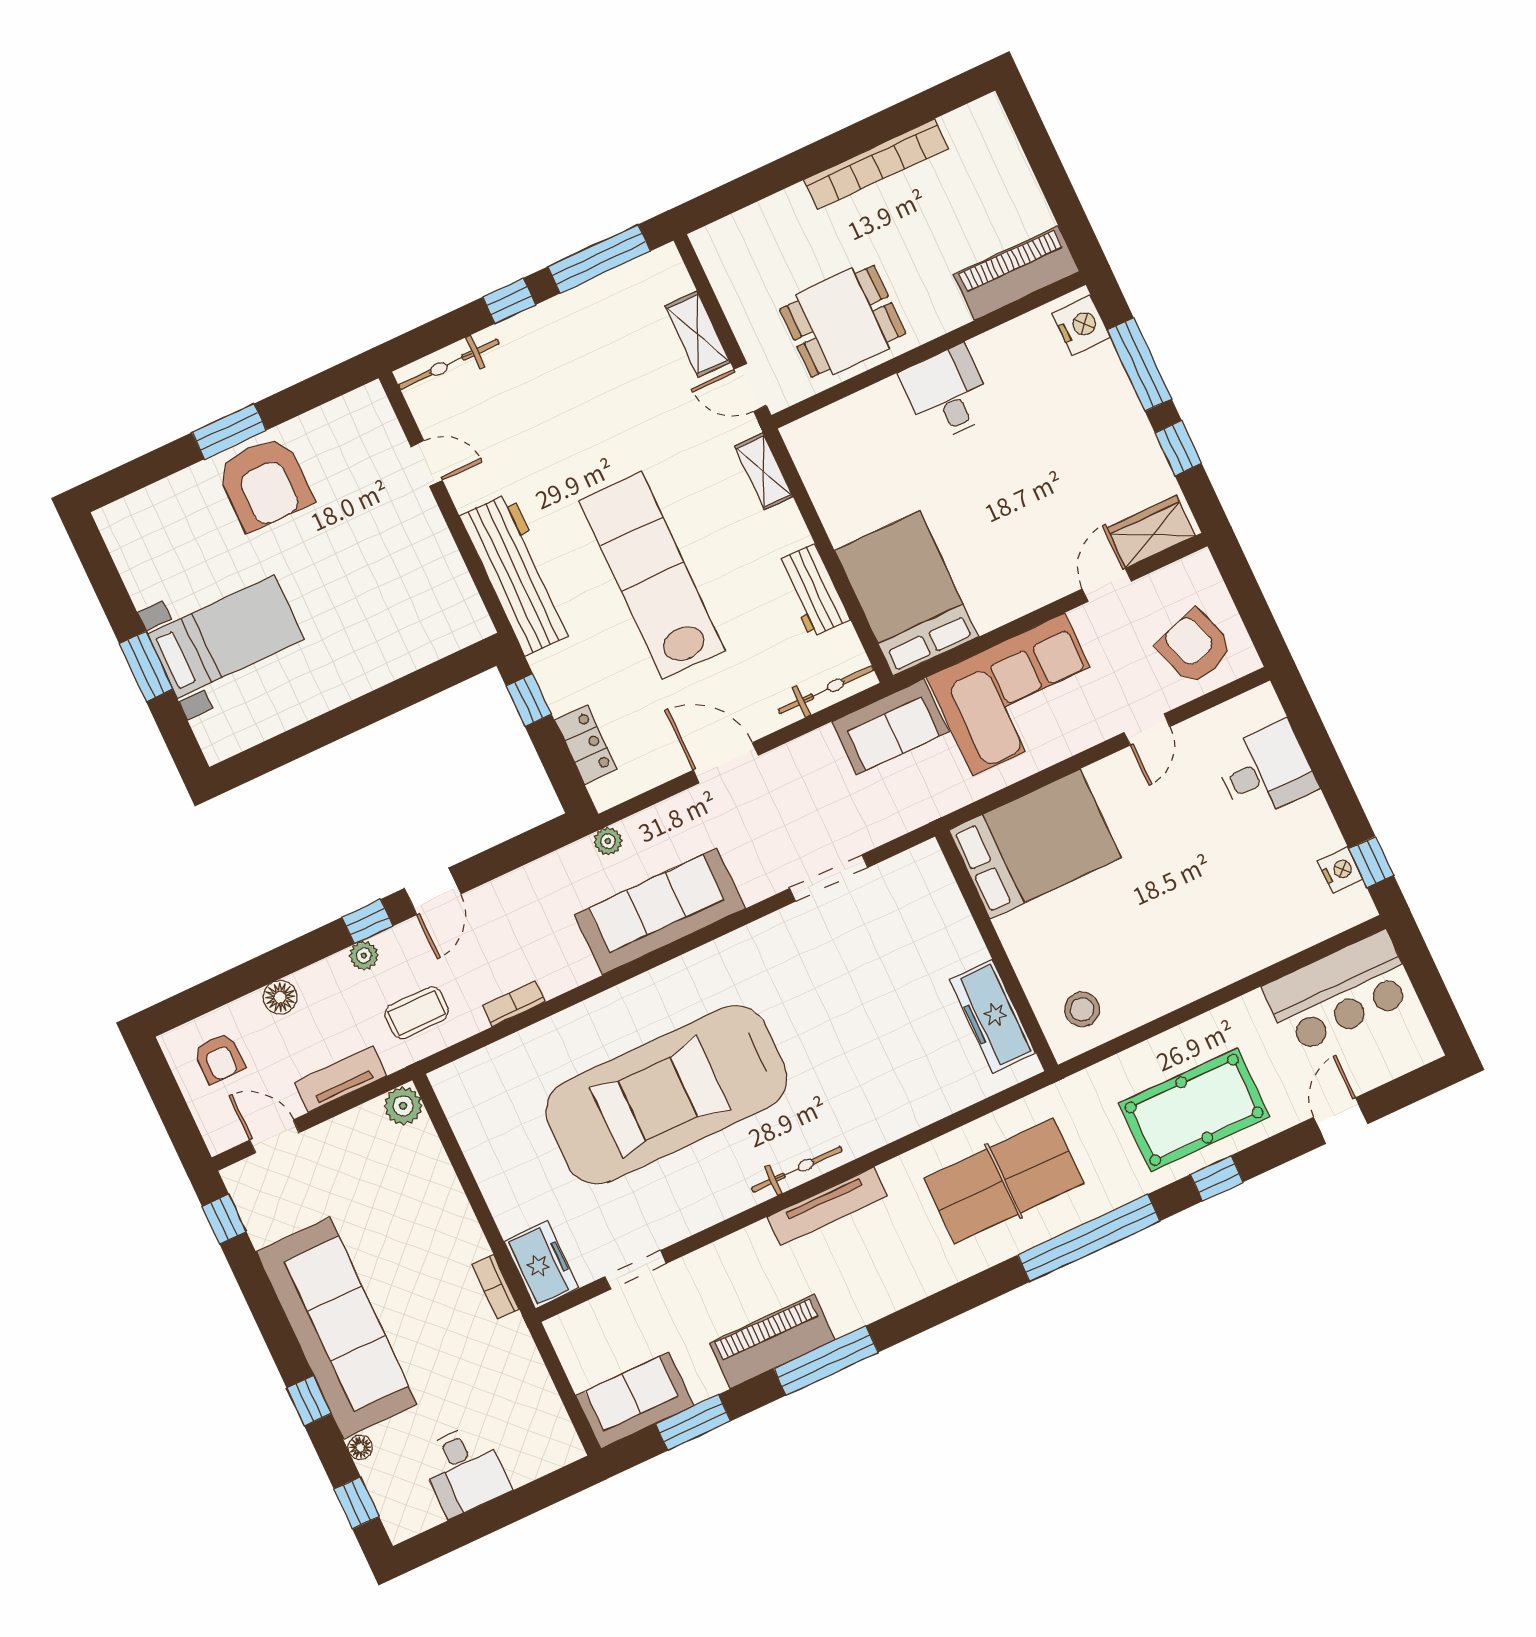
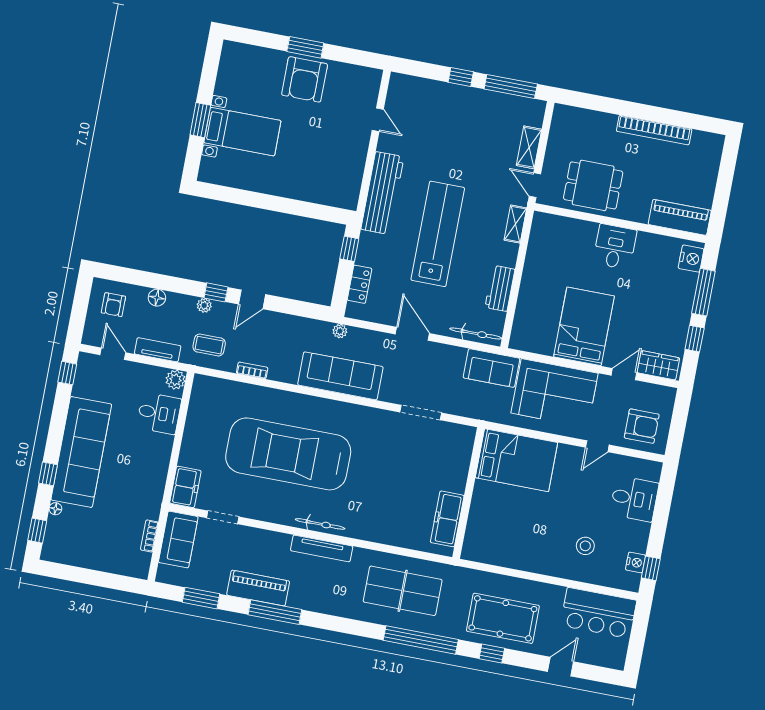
bicycle: (449, 364) -> (417, 85), removed
bed: (906, 594) -> (584, 326), moved
armchair: (1194, 647) -> (642, 426), turned 109
stool: (1082, 1009) -> (585, 546), moved
bookcase: (495, 1287) -> (149, 536), moved
sofa: (635, 1401) -> (178, 540), moved, turned 90
desk: (464, 1470) -> (159, 413), moved, turned -90

